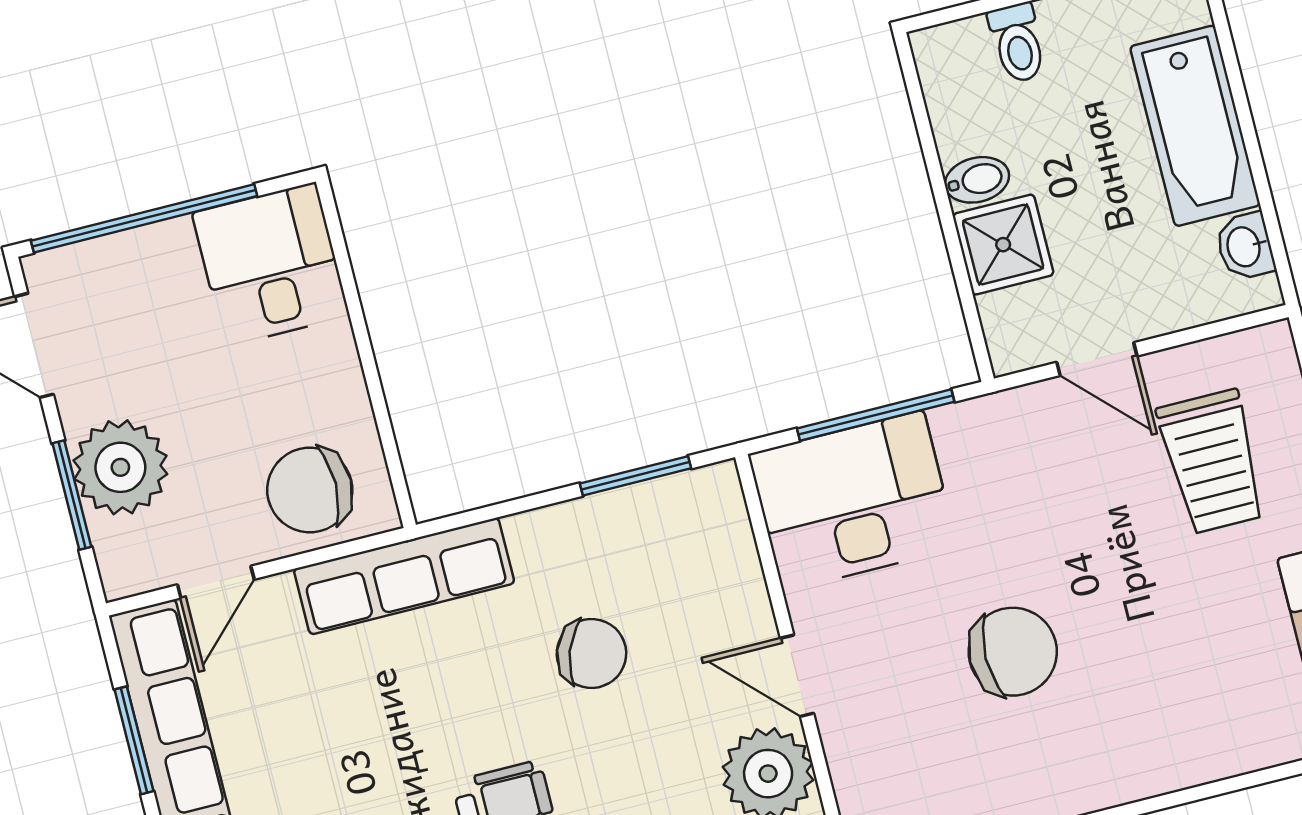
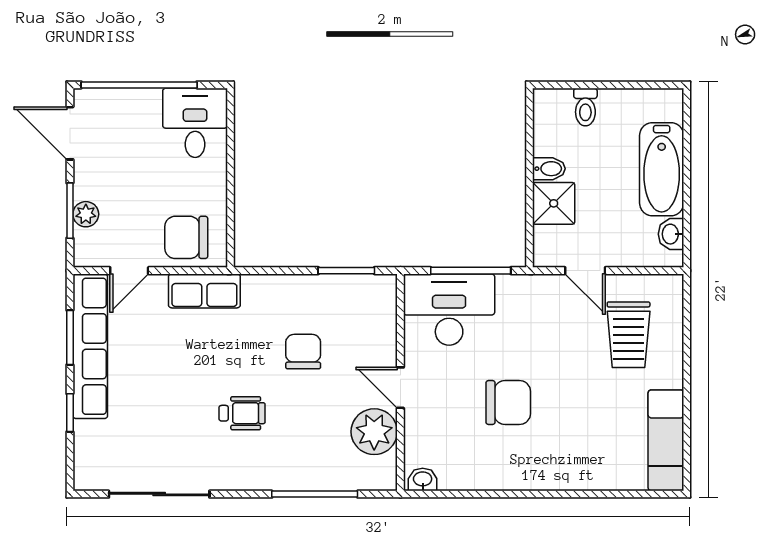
plant: (120, 467) -> (86, 214), width x0.53, depth x0.53
row of seats: (404, 576) -> (204, 291), width x0.68
chair: (591, 653) -> (303, 352), turned -110

